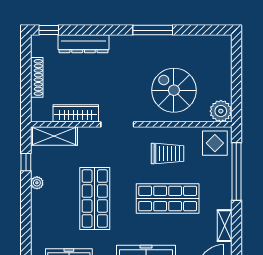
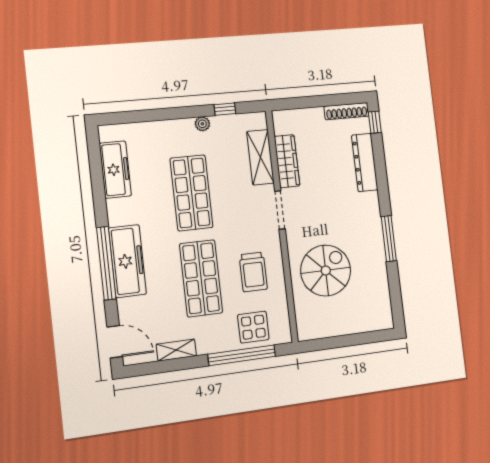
shoe rack: (37, 77) -> (347, 111), moved
plant: (221, 111) -> (309, 327), removed
shelving: (54, 136) -> (260, 157), moved
display table: (215, 143) -> (253, 327), moved
shop shelf: (95, 199) -> (192, 193), turned 90

